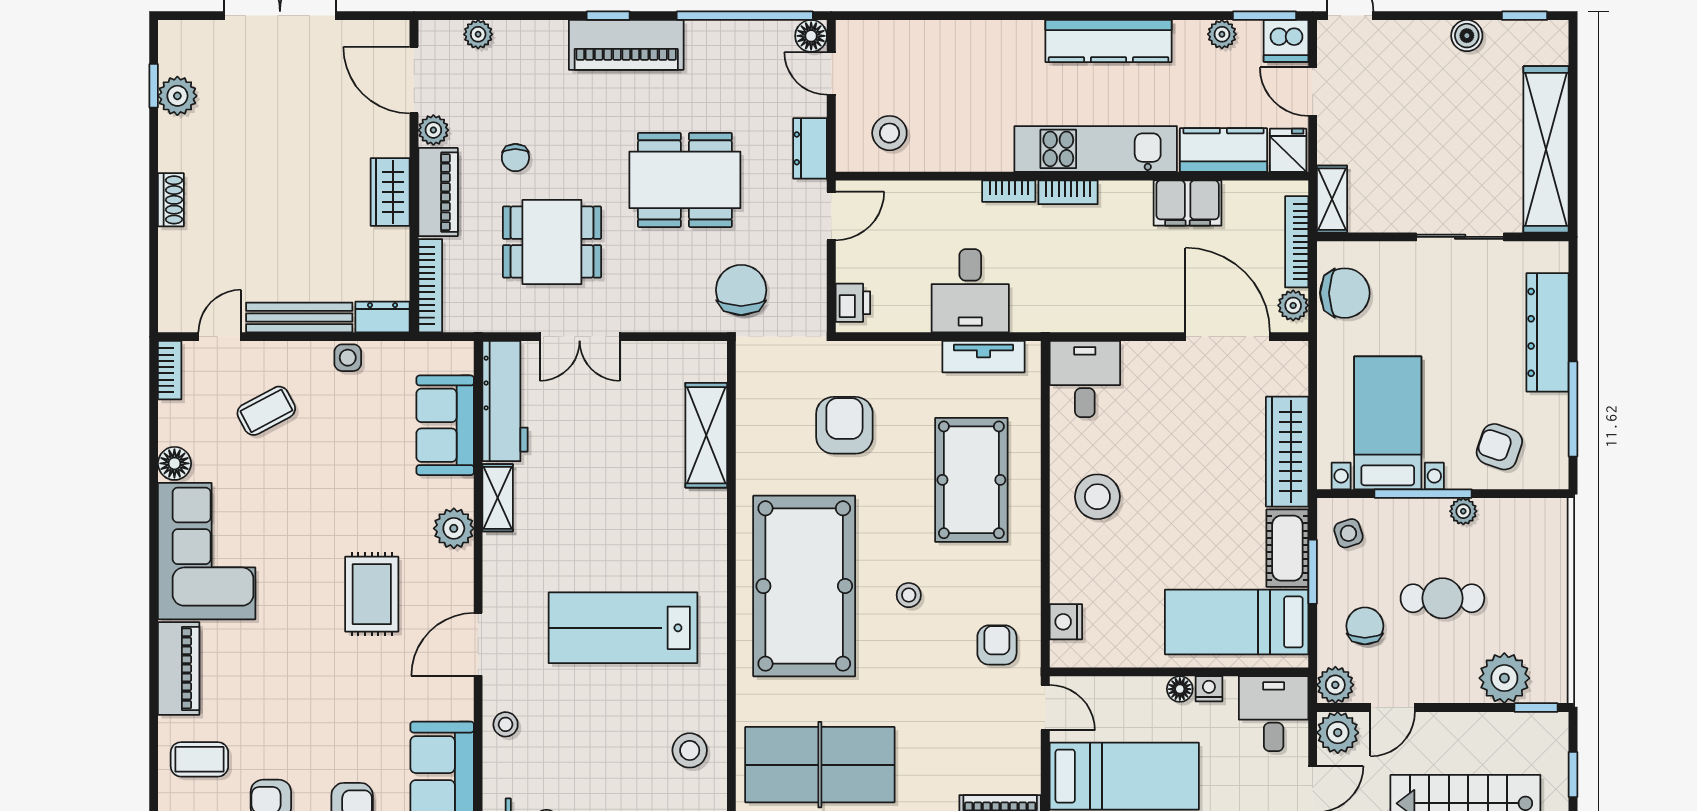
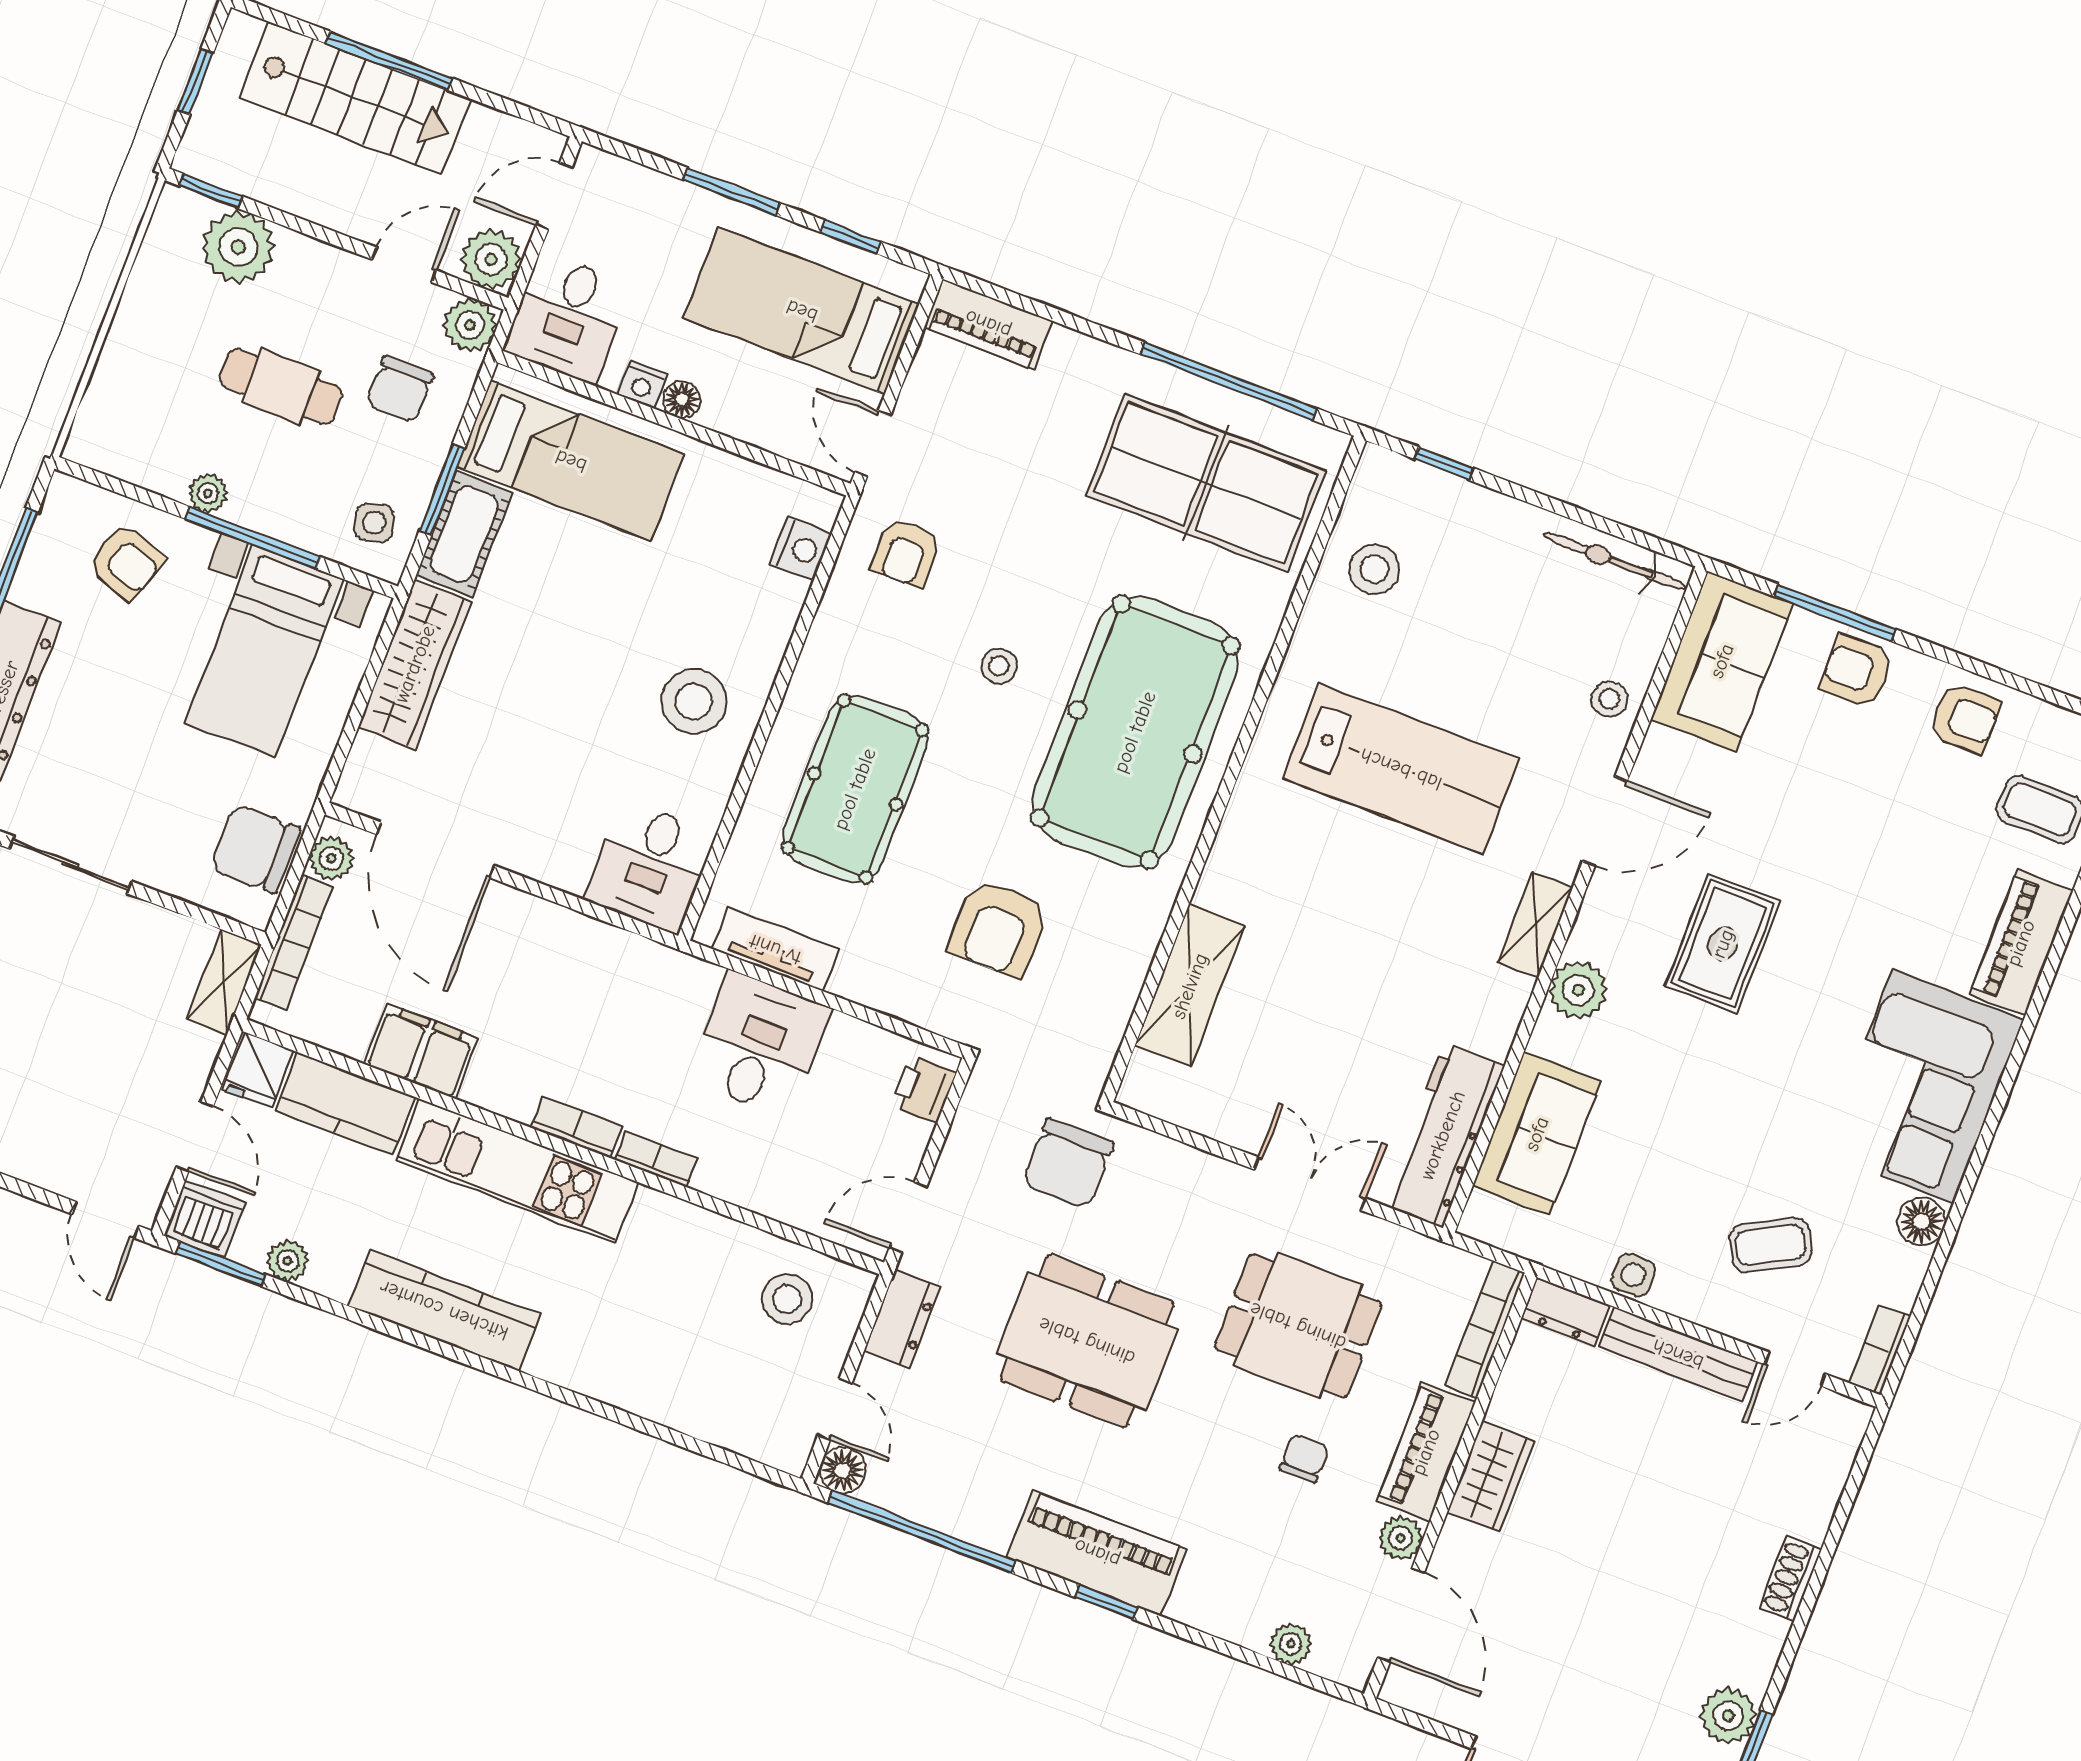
shelving: (498, 498) -> (1535, 925), moved

